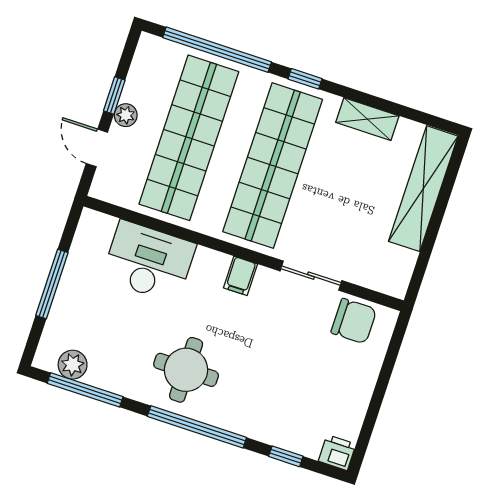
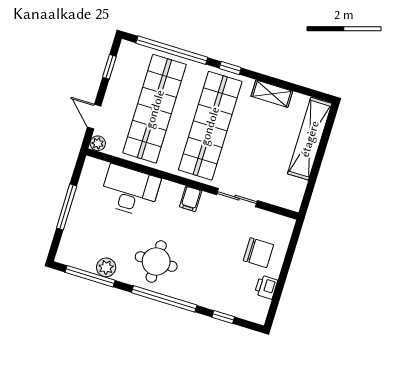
window: (114, 96) -> (109, 67), moved
plant: (126, 115) -> (98, 143), moved
chair: (354, 321) -> (258, 253), moved
plant: (73, 365) -> (106, 267), moved
printer: (337, 453) -> (266, 287), moved, turned -90

